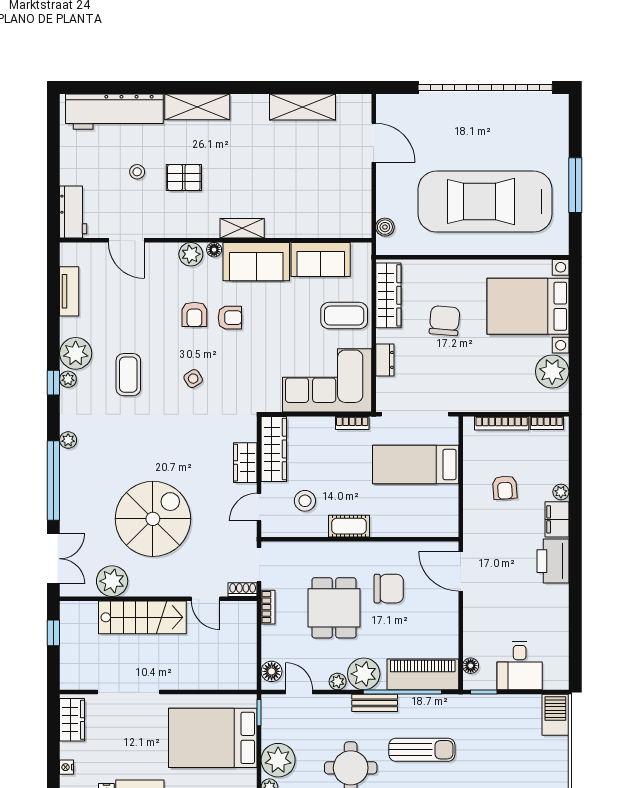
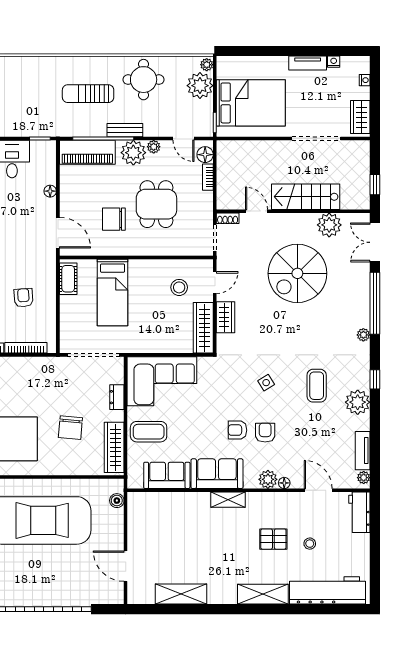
floor lamp: (214, 250) -> (284, 483), moved
plant: (68, 379) -> (364, 478), moved
bookcase: (352, 423) -> (142, 348), removed
bed: (416, 464) -> (113, 293), moved, turned 90
cot: (349, 526) -> (68, 279), moved, turned 90
bookcase: (268, 607) -> (208, 177), moved
floor lamp: (471, 666) -> (50, 191), moved

